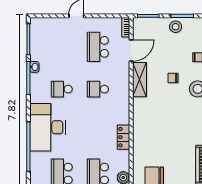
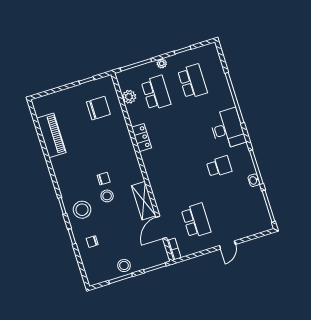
chair: (173, 78) -> (104, 179), moved
school desk: (98, 89) -> (183, 178), removed
stool: (171, 94) -> (107, 196), added
desk: (48, 127) -> (227, 129), width x0.73, depth x0.77

